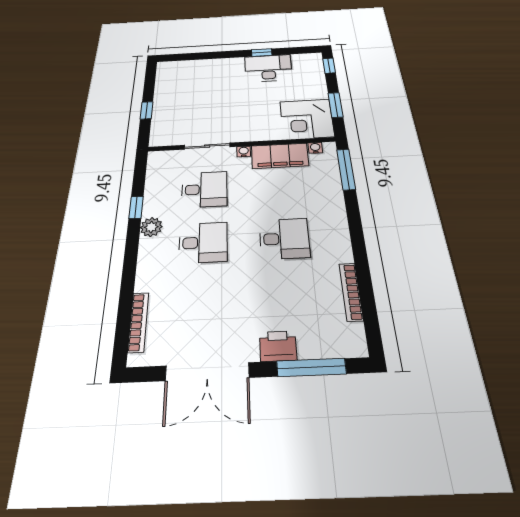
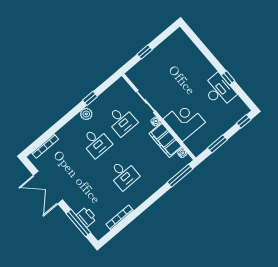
corner desk: (307, 119) -> (184, 121), moved, turned 90
printer: (278, 346) -> (86, 217), moved

